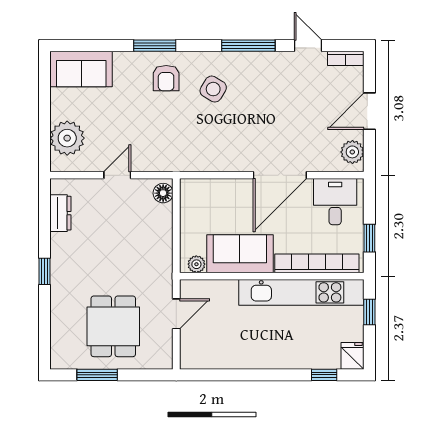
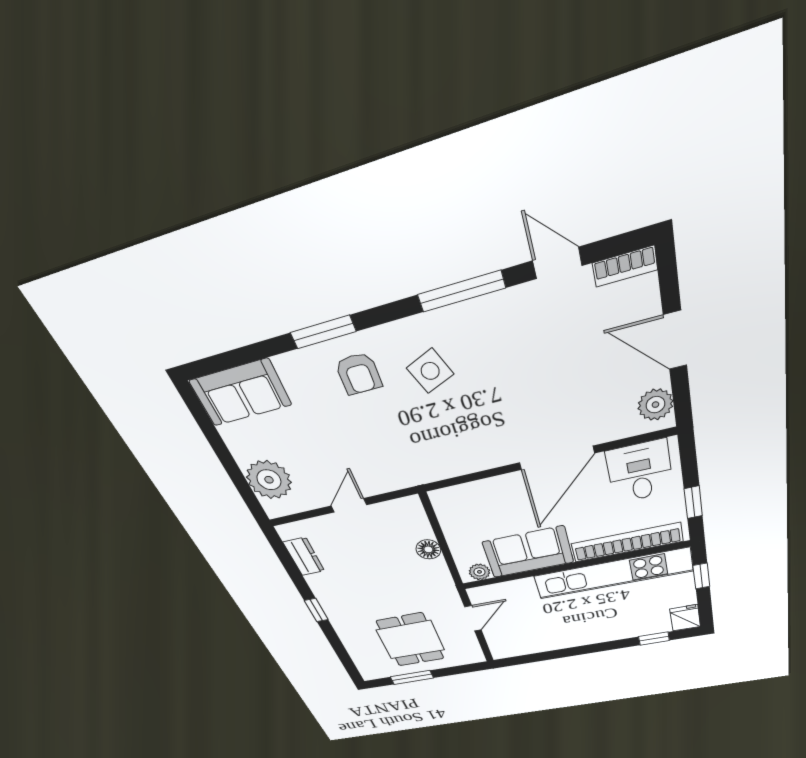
side table: (213, 89) -> (430, 371), turned 37
door: (369, 111) -> (675, 340), hinge flipped
floor lamp: (163, 193) -> (428, 549), moved

